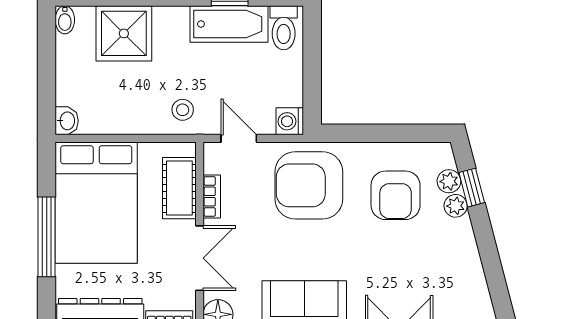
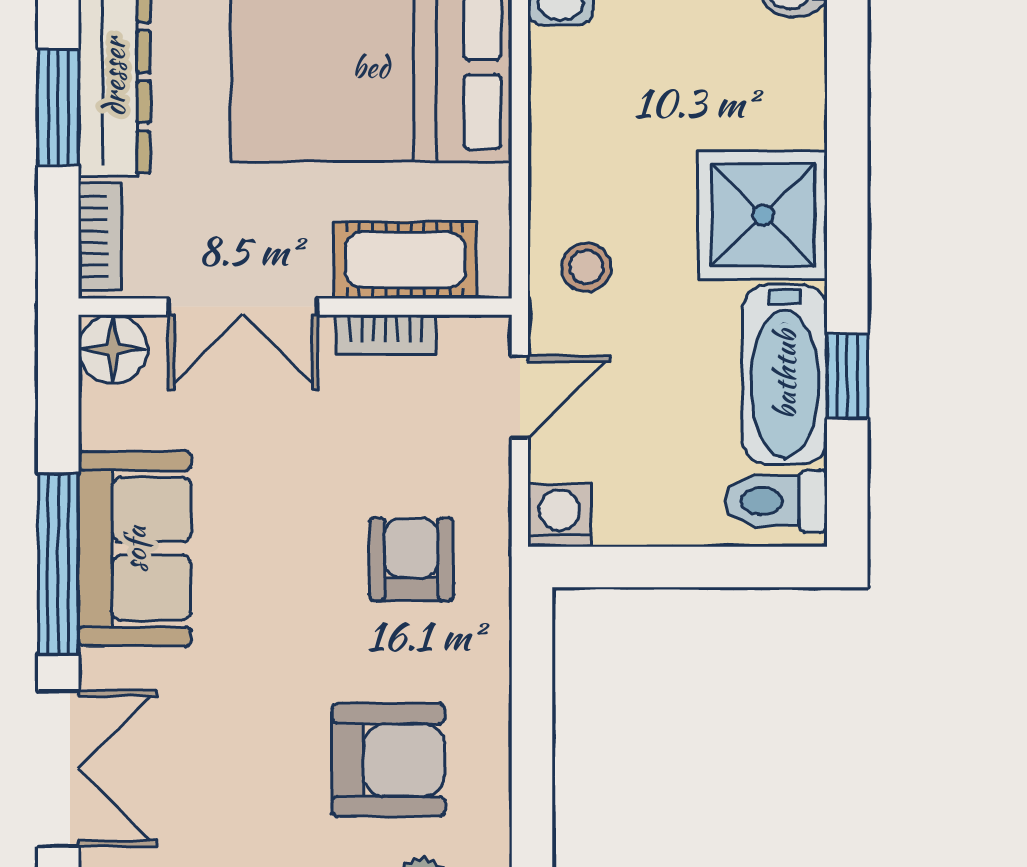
shower: (124, 33) -> (763, 215), moved
armchair: (309, 185) -> (411, 559), width x0.53, depth x0.53
armchair: (396, 195) -> (388, 760), turned 180

